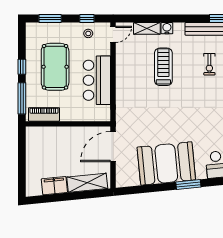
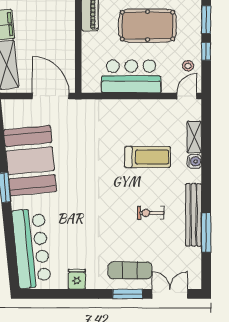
window: (87, 19) -> (206, 51), moved
door: (113, 34) -> (187, 96), swing flipped

